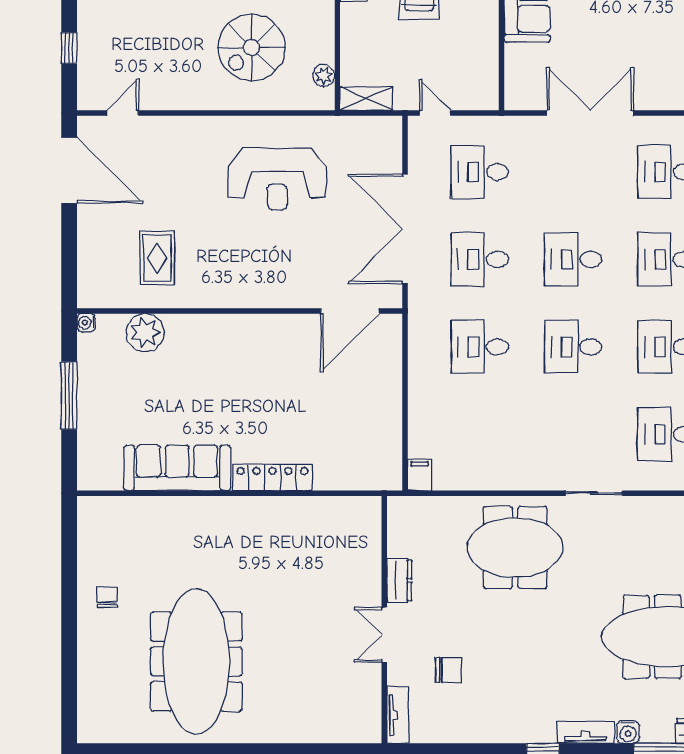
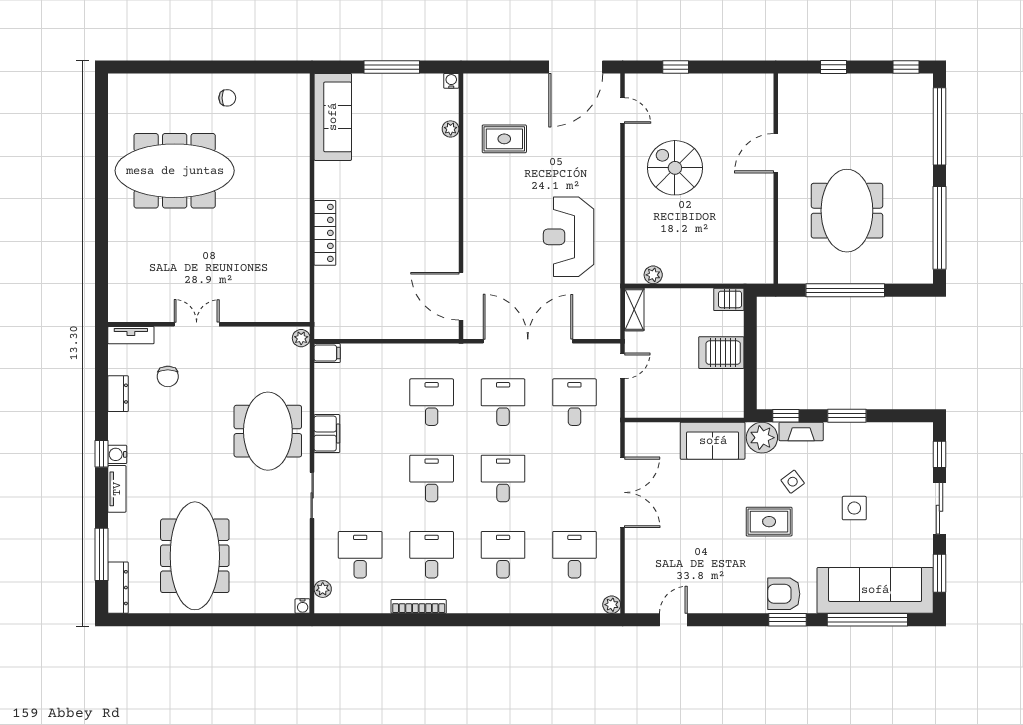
spiral stairs: (252, 47) -> (675, 168), moved
plant: (145, 333) -> (451, 129), width x0.53, depth x0.53
sofa: (177, 468) -> (333, 117), moved
filing cabinet: (518, 475) -> (327, 434), added
plant: (401, 507) -> (301, 338), added
dresser: (399, 580) -> (118, 394), moved, turned -90
water cooler: (628, 732) -> (117, 454), moved

